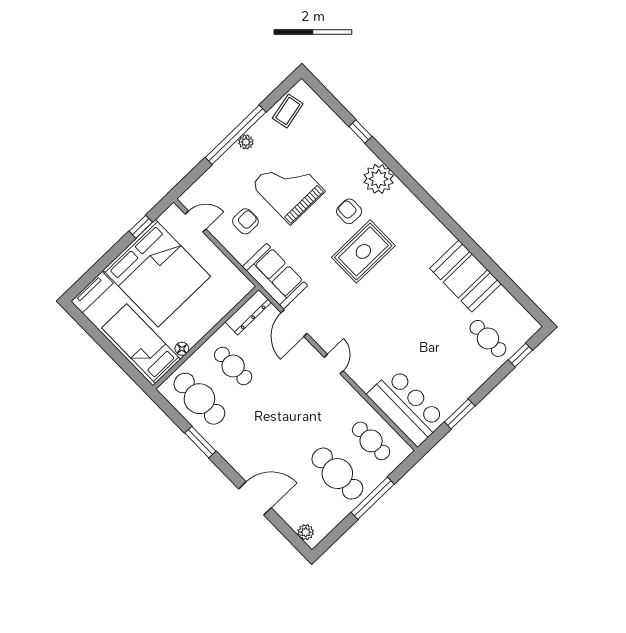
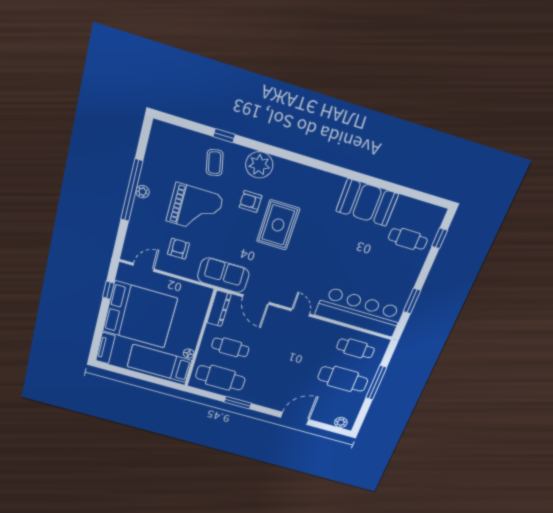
coffee table: (288, 111) -> (215, 163), moved
grand piano: (288, 188) -> (195, 209), turned 180
bar counter: (407, 407) -> (359, 312), width x1.36

